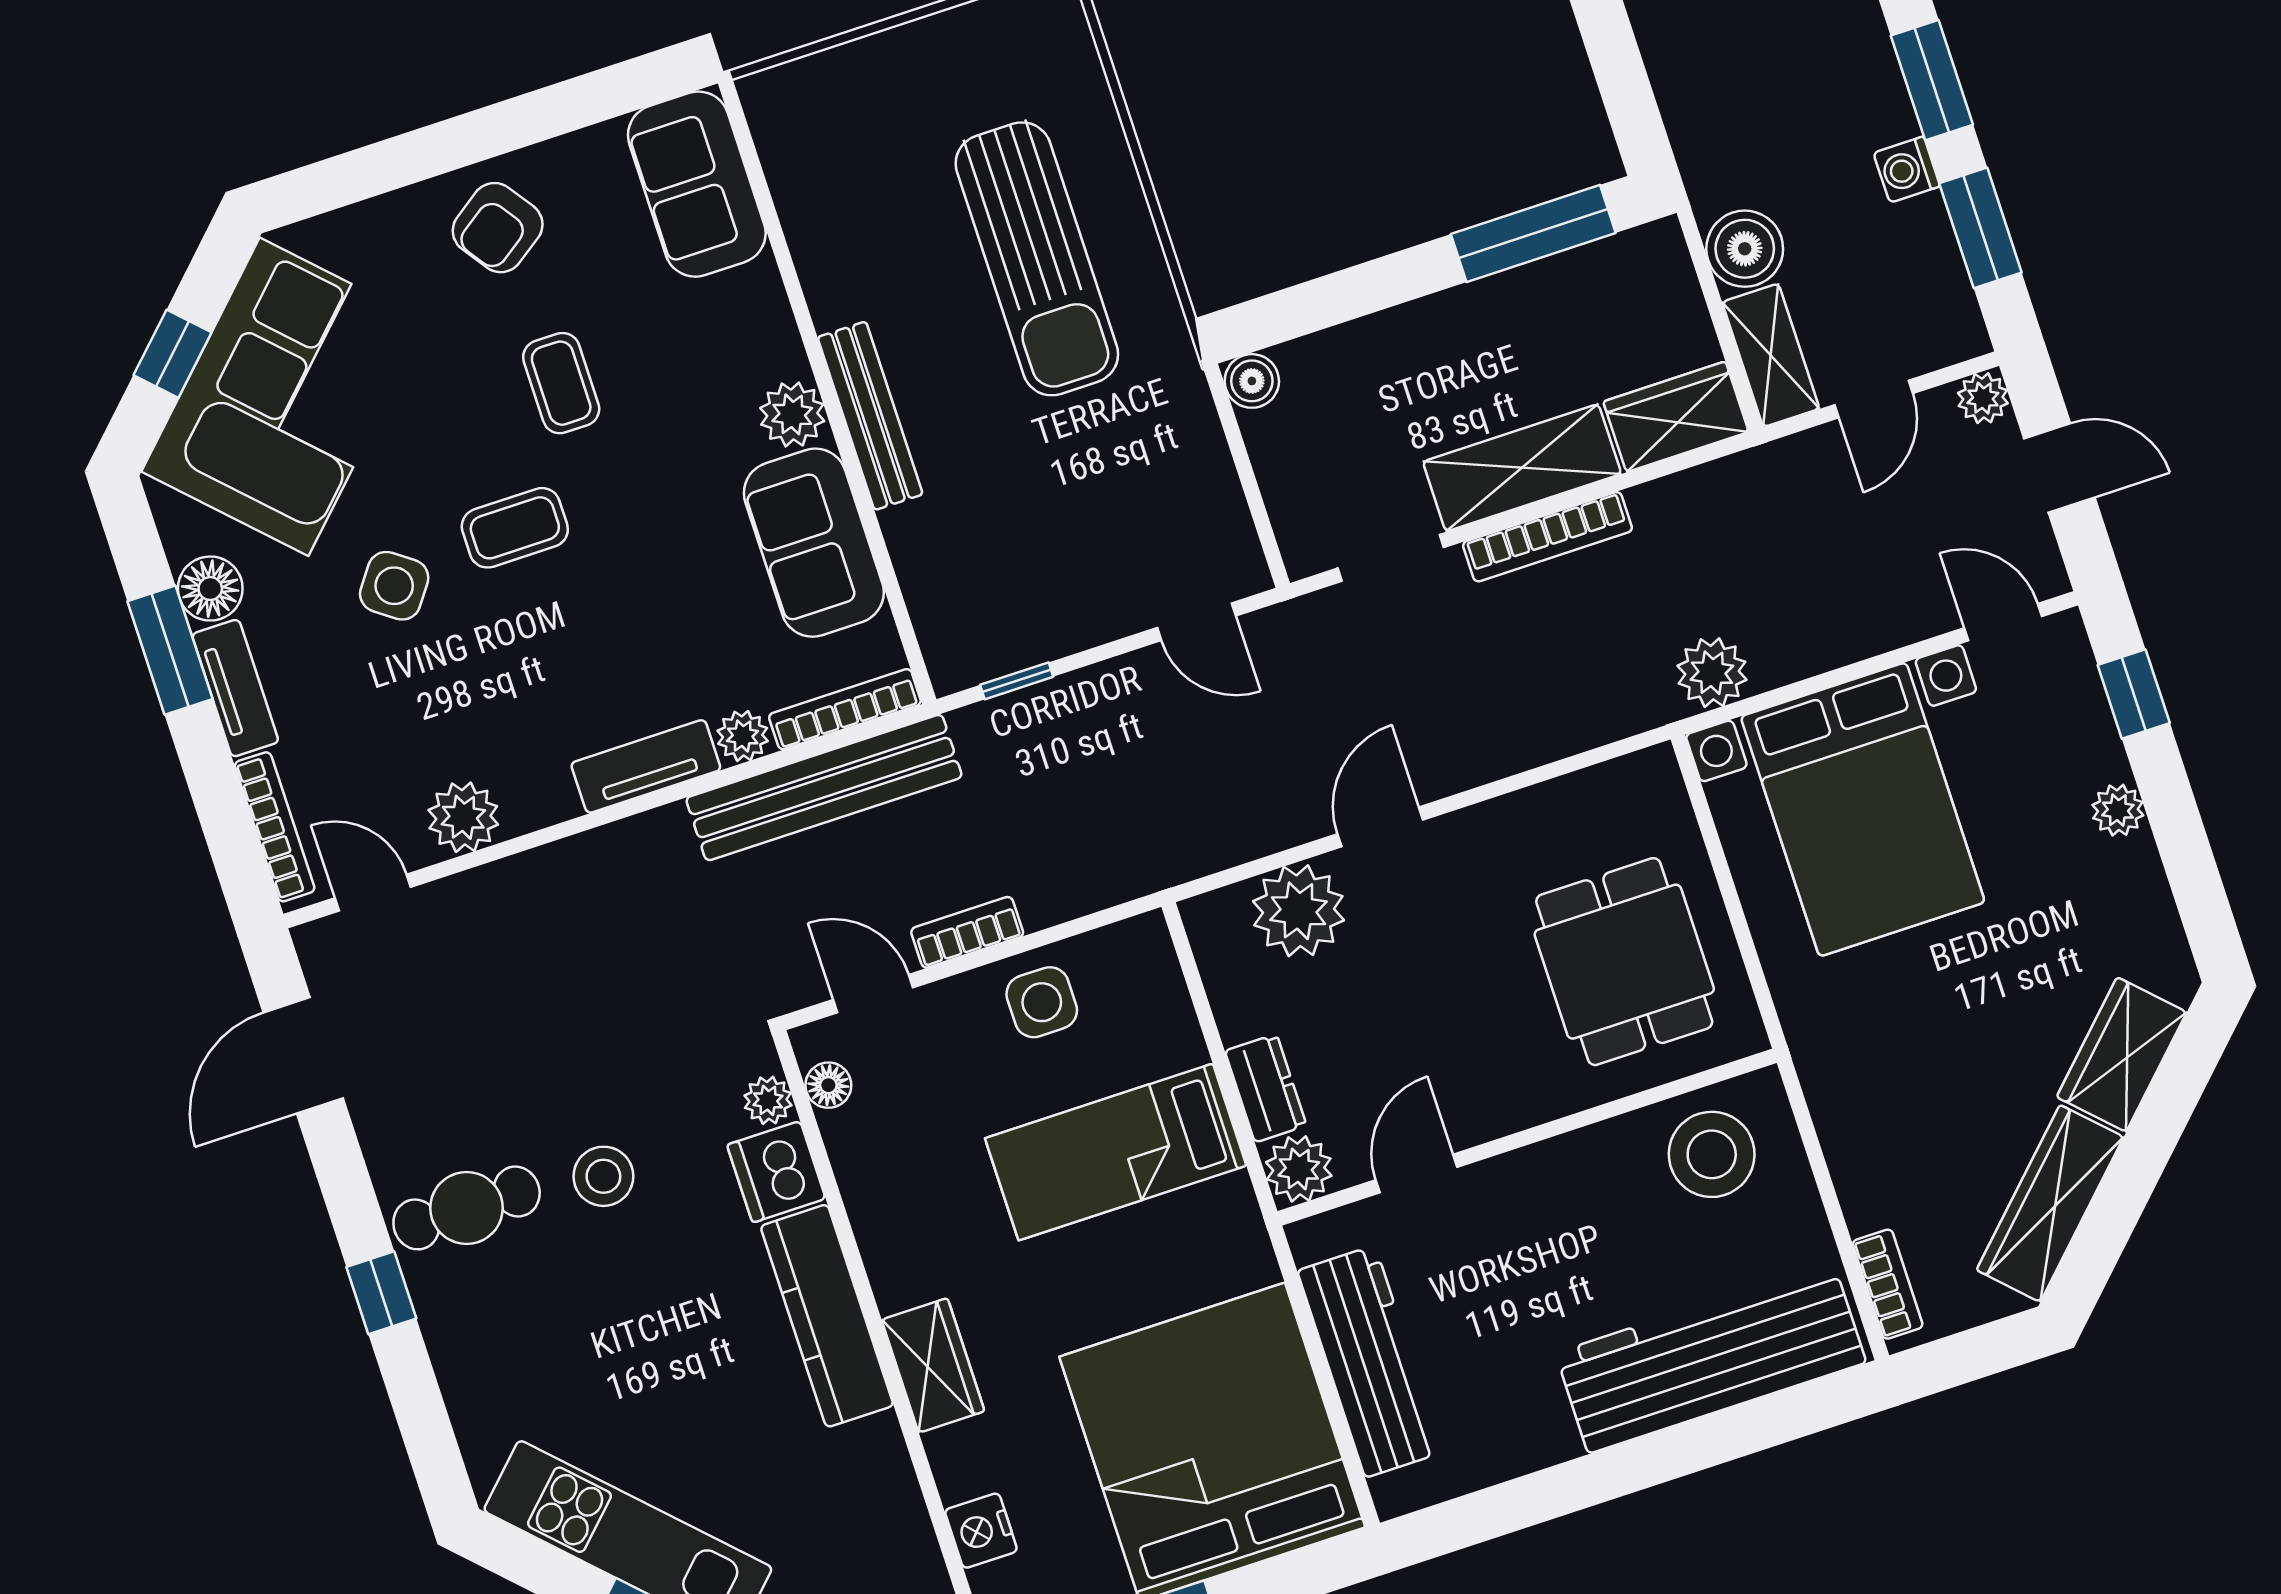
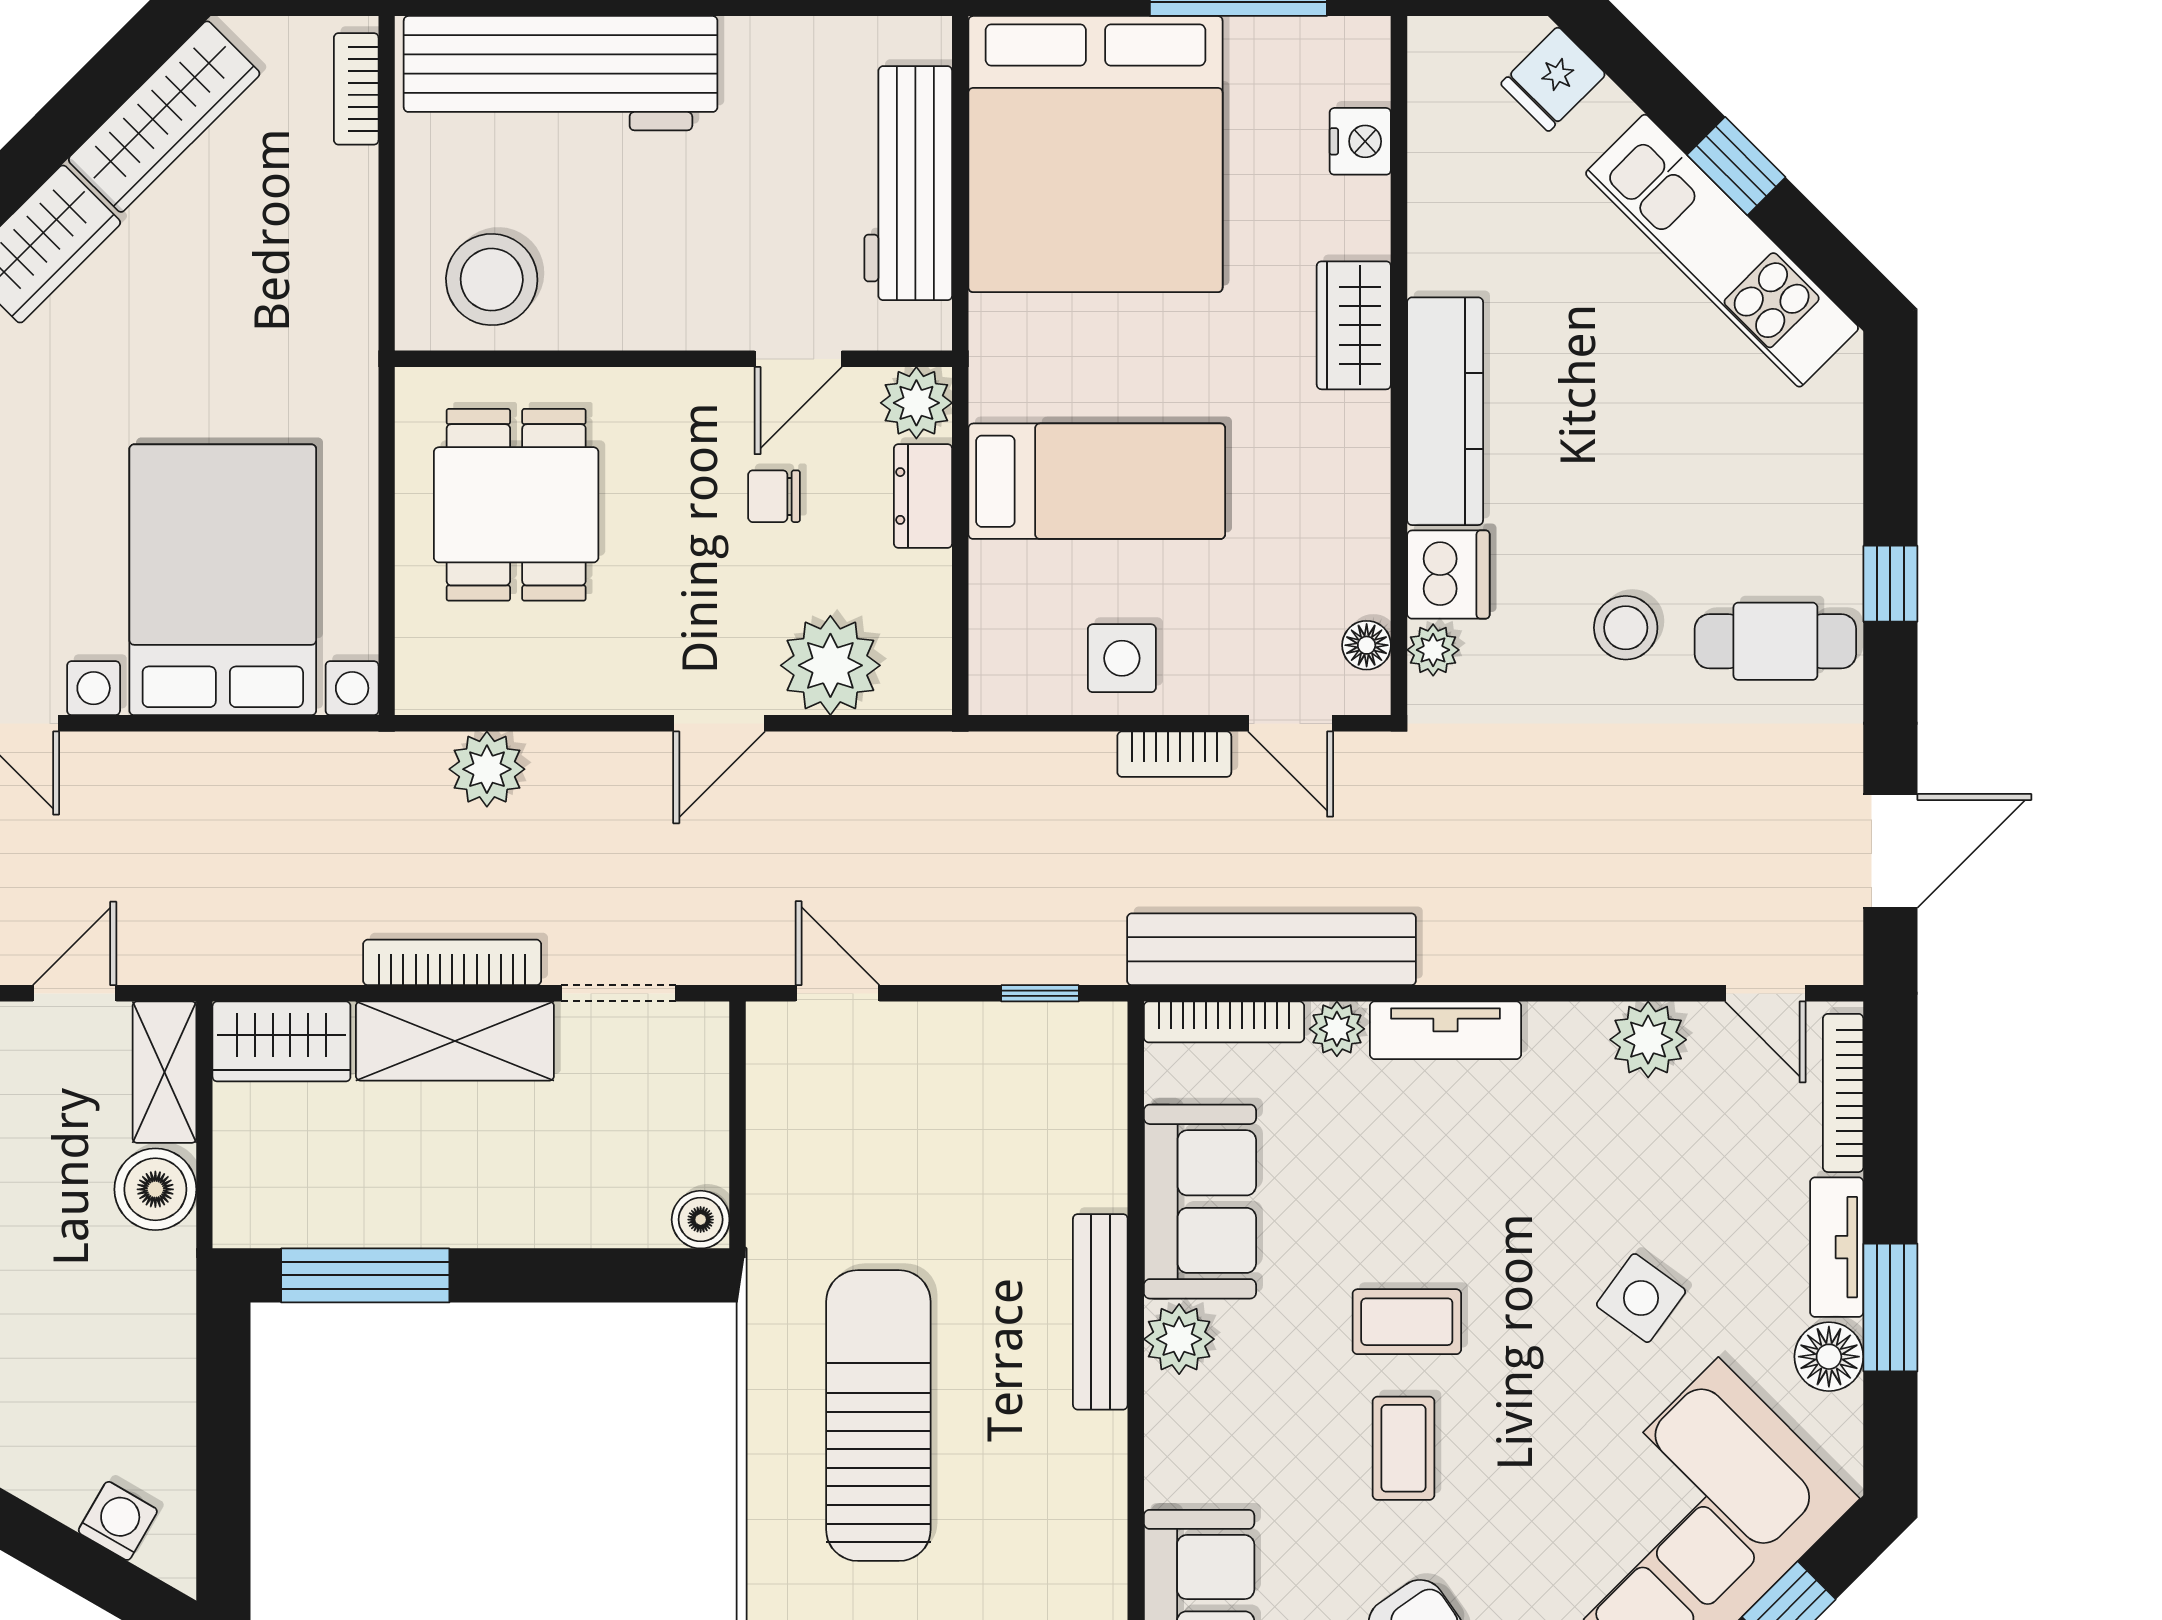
coffee table: (515, 528) -> (1407, 1322), moved
plant: (1712, 673) -> (487, 769), moved
chair: (1398, 1044) -> (774, 496), added

